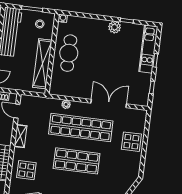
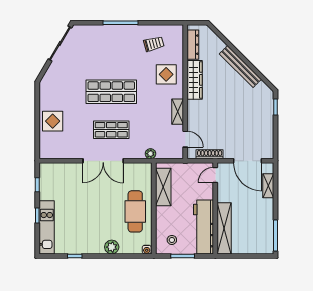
plant: (115, 27) -> (112, 247), moved
shelving: (42, 64) -> (163, 187), width x0.68
double door: (109, 103) -> (103, 161), moved
plant: (66, 104) -> (150, 154), moved
shop shelf: (81, 128) -> (111, 130), width x0.50, depth x0.74

